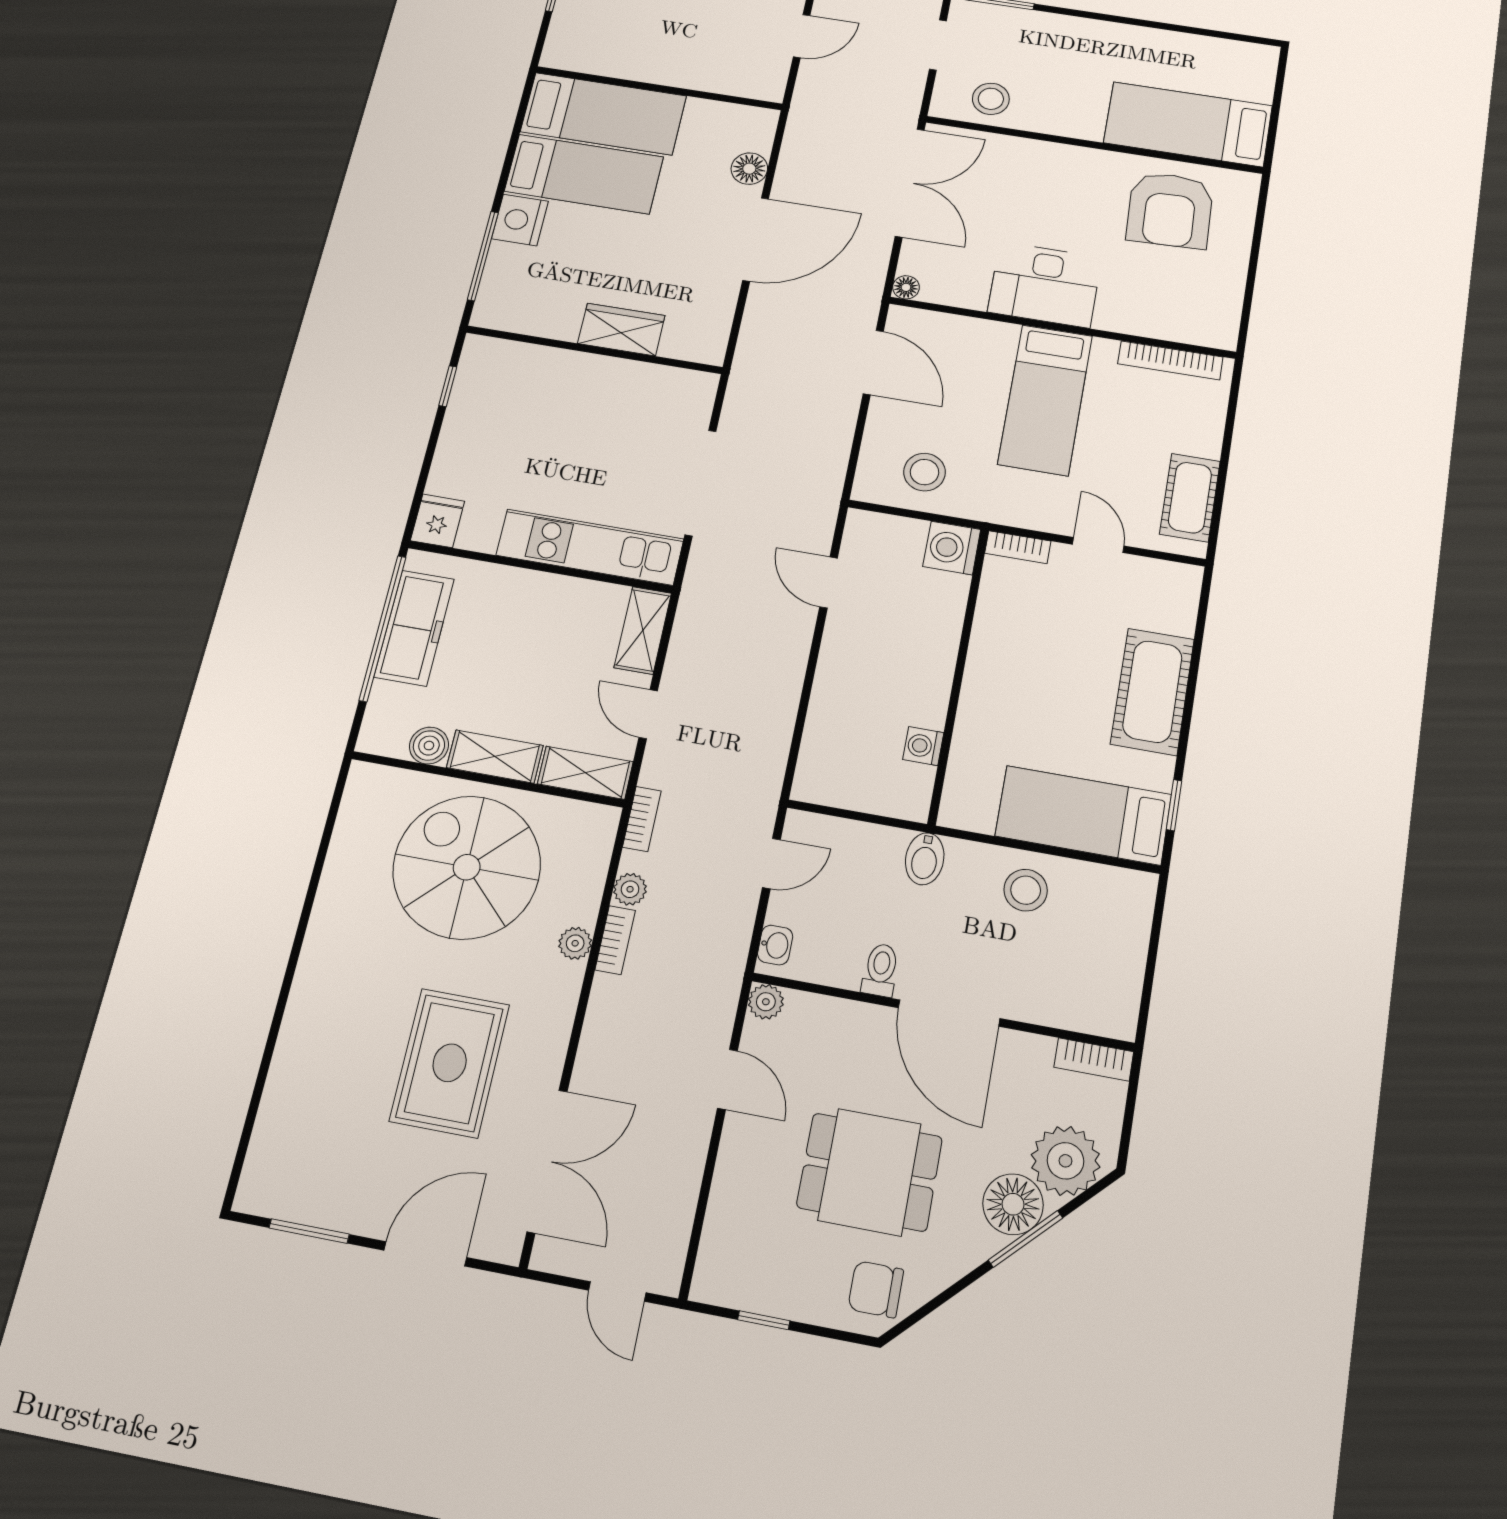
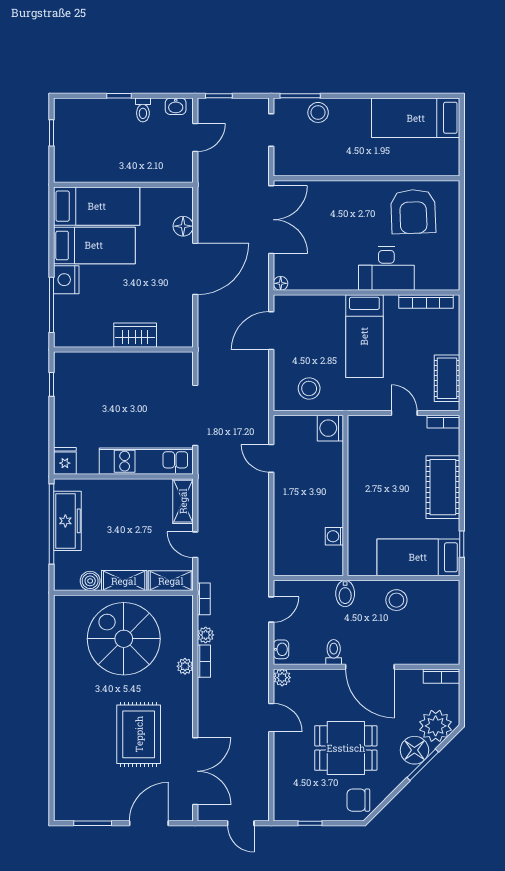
stool: (991, 99) -> (318, 112), moved
bed: (1188, 124) -> (416, 118), moved
desk: (1045, 285) -> (386, 269), moved
door: (873, 362) -> (271, 331), swing flipped
bookcase: (1018, 547) -> (443, 422), moved

